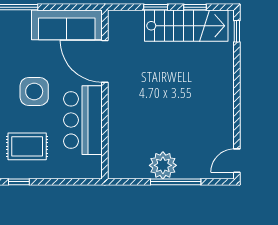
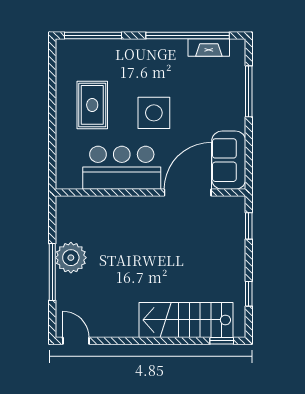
window: (156, 7) -> (249, 226), moved
sofa: (67, 25) -> (229, 160), width x0.73
stairs: (186, 26) -> (186, 320), moved, turned 90
window: (19, 182) -> (52, 96), removed

